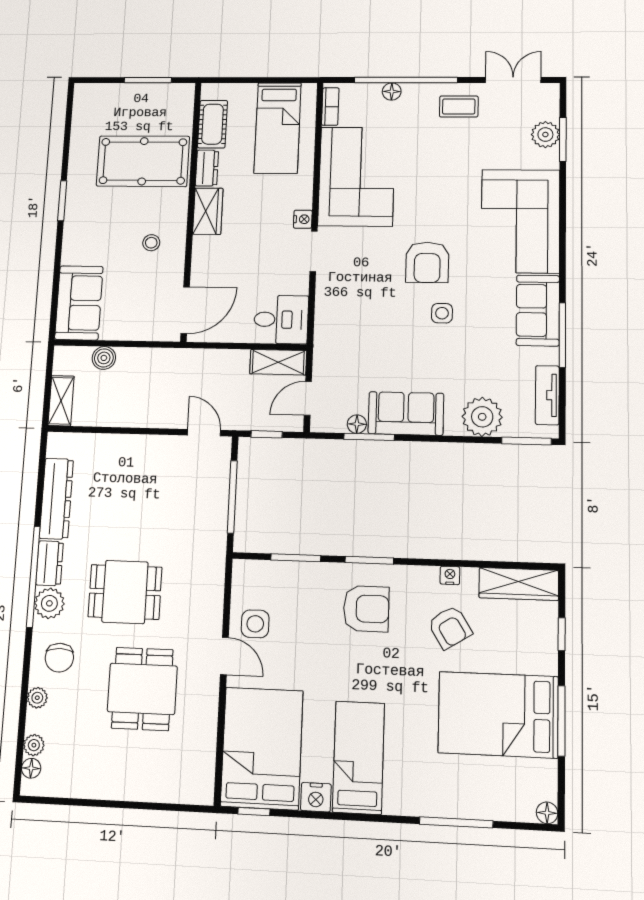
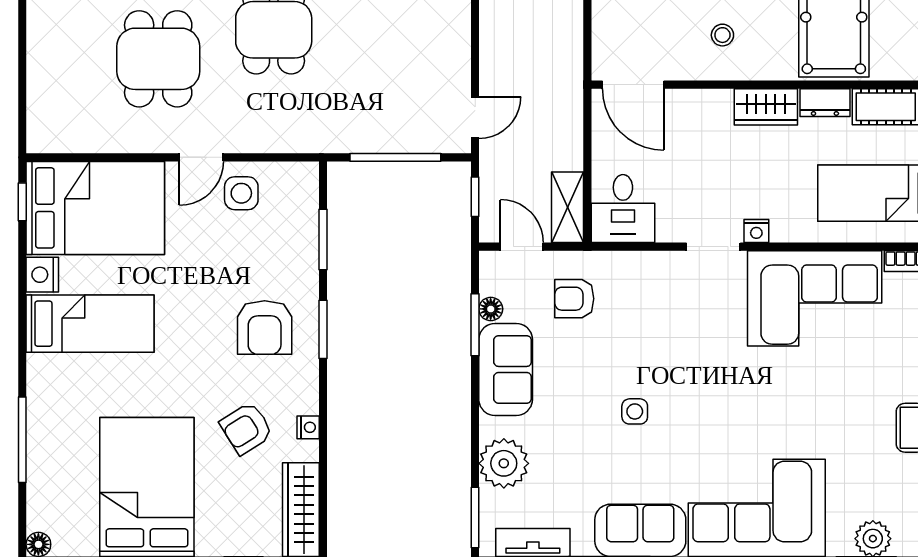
armchair: (427, 262) -> (574, 299), moved, width x0.72, depth x0.72
dining table: (142, 689) -> (158, 59), turned 90

